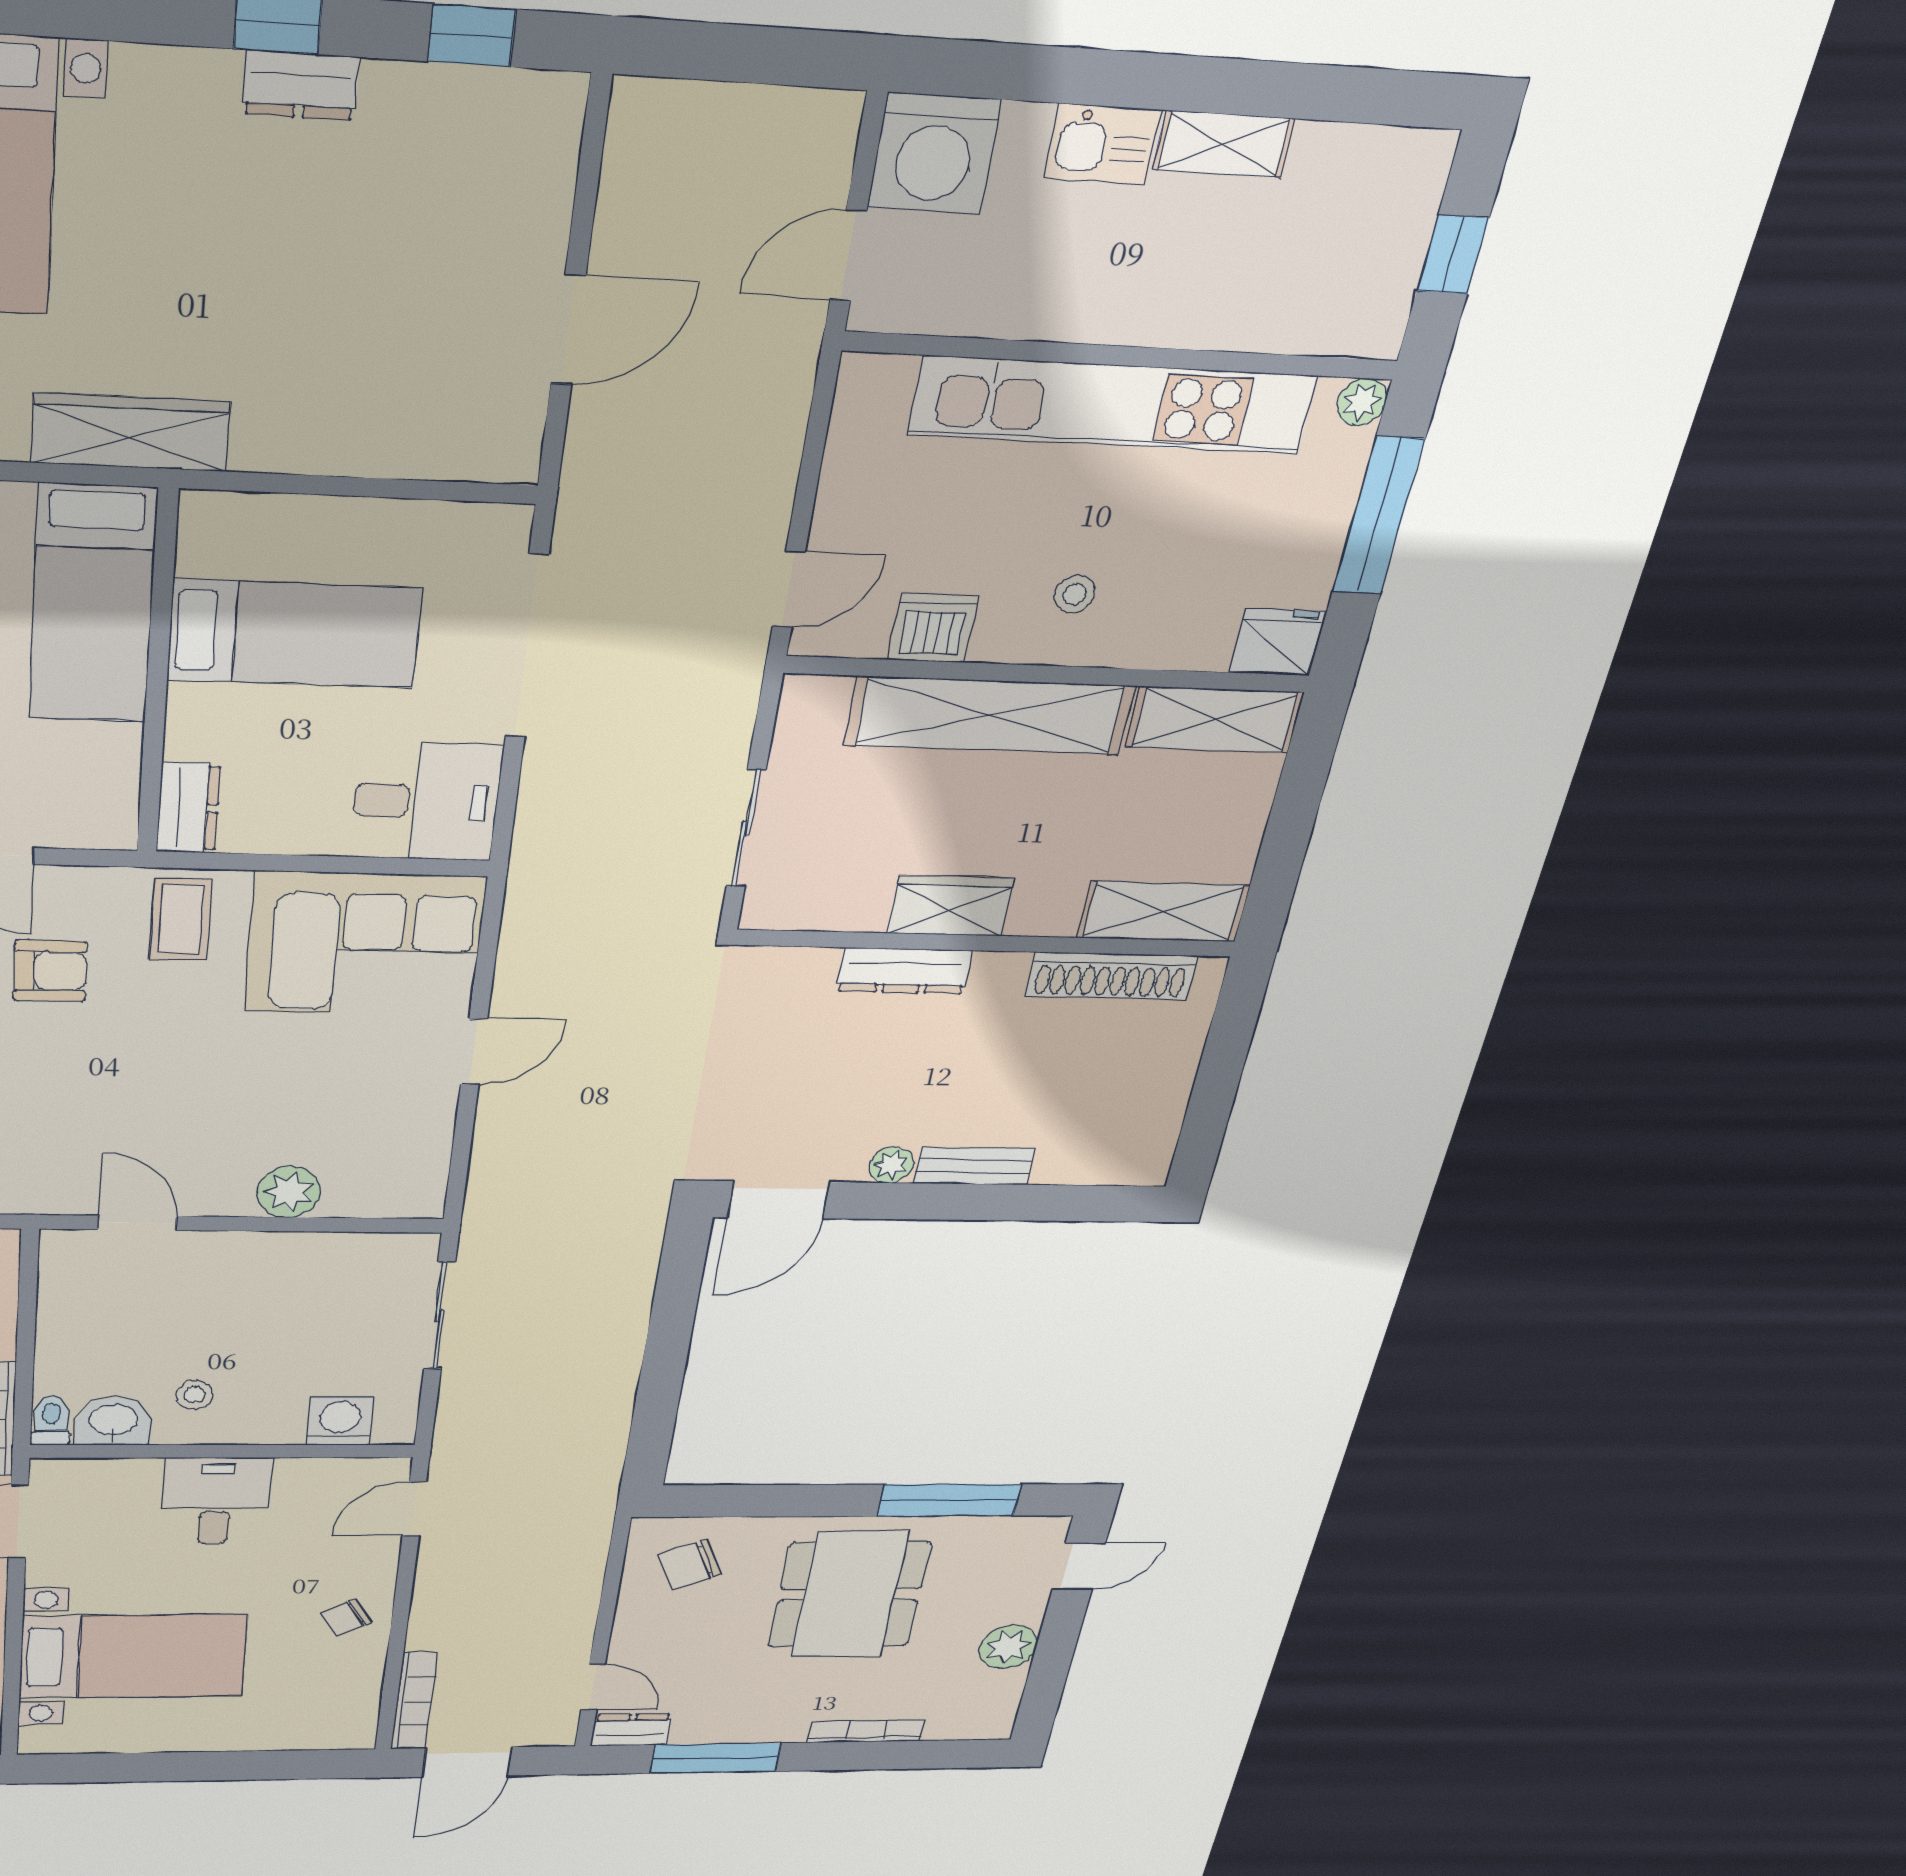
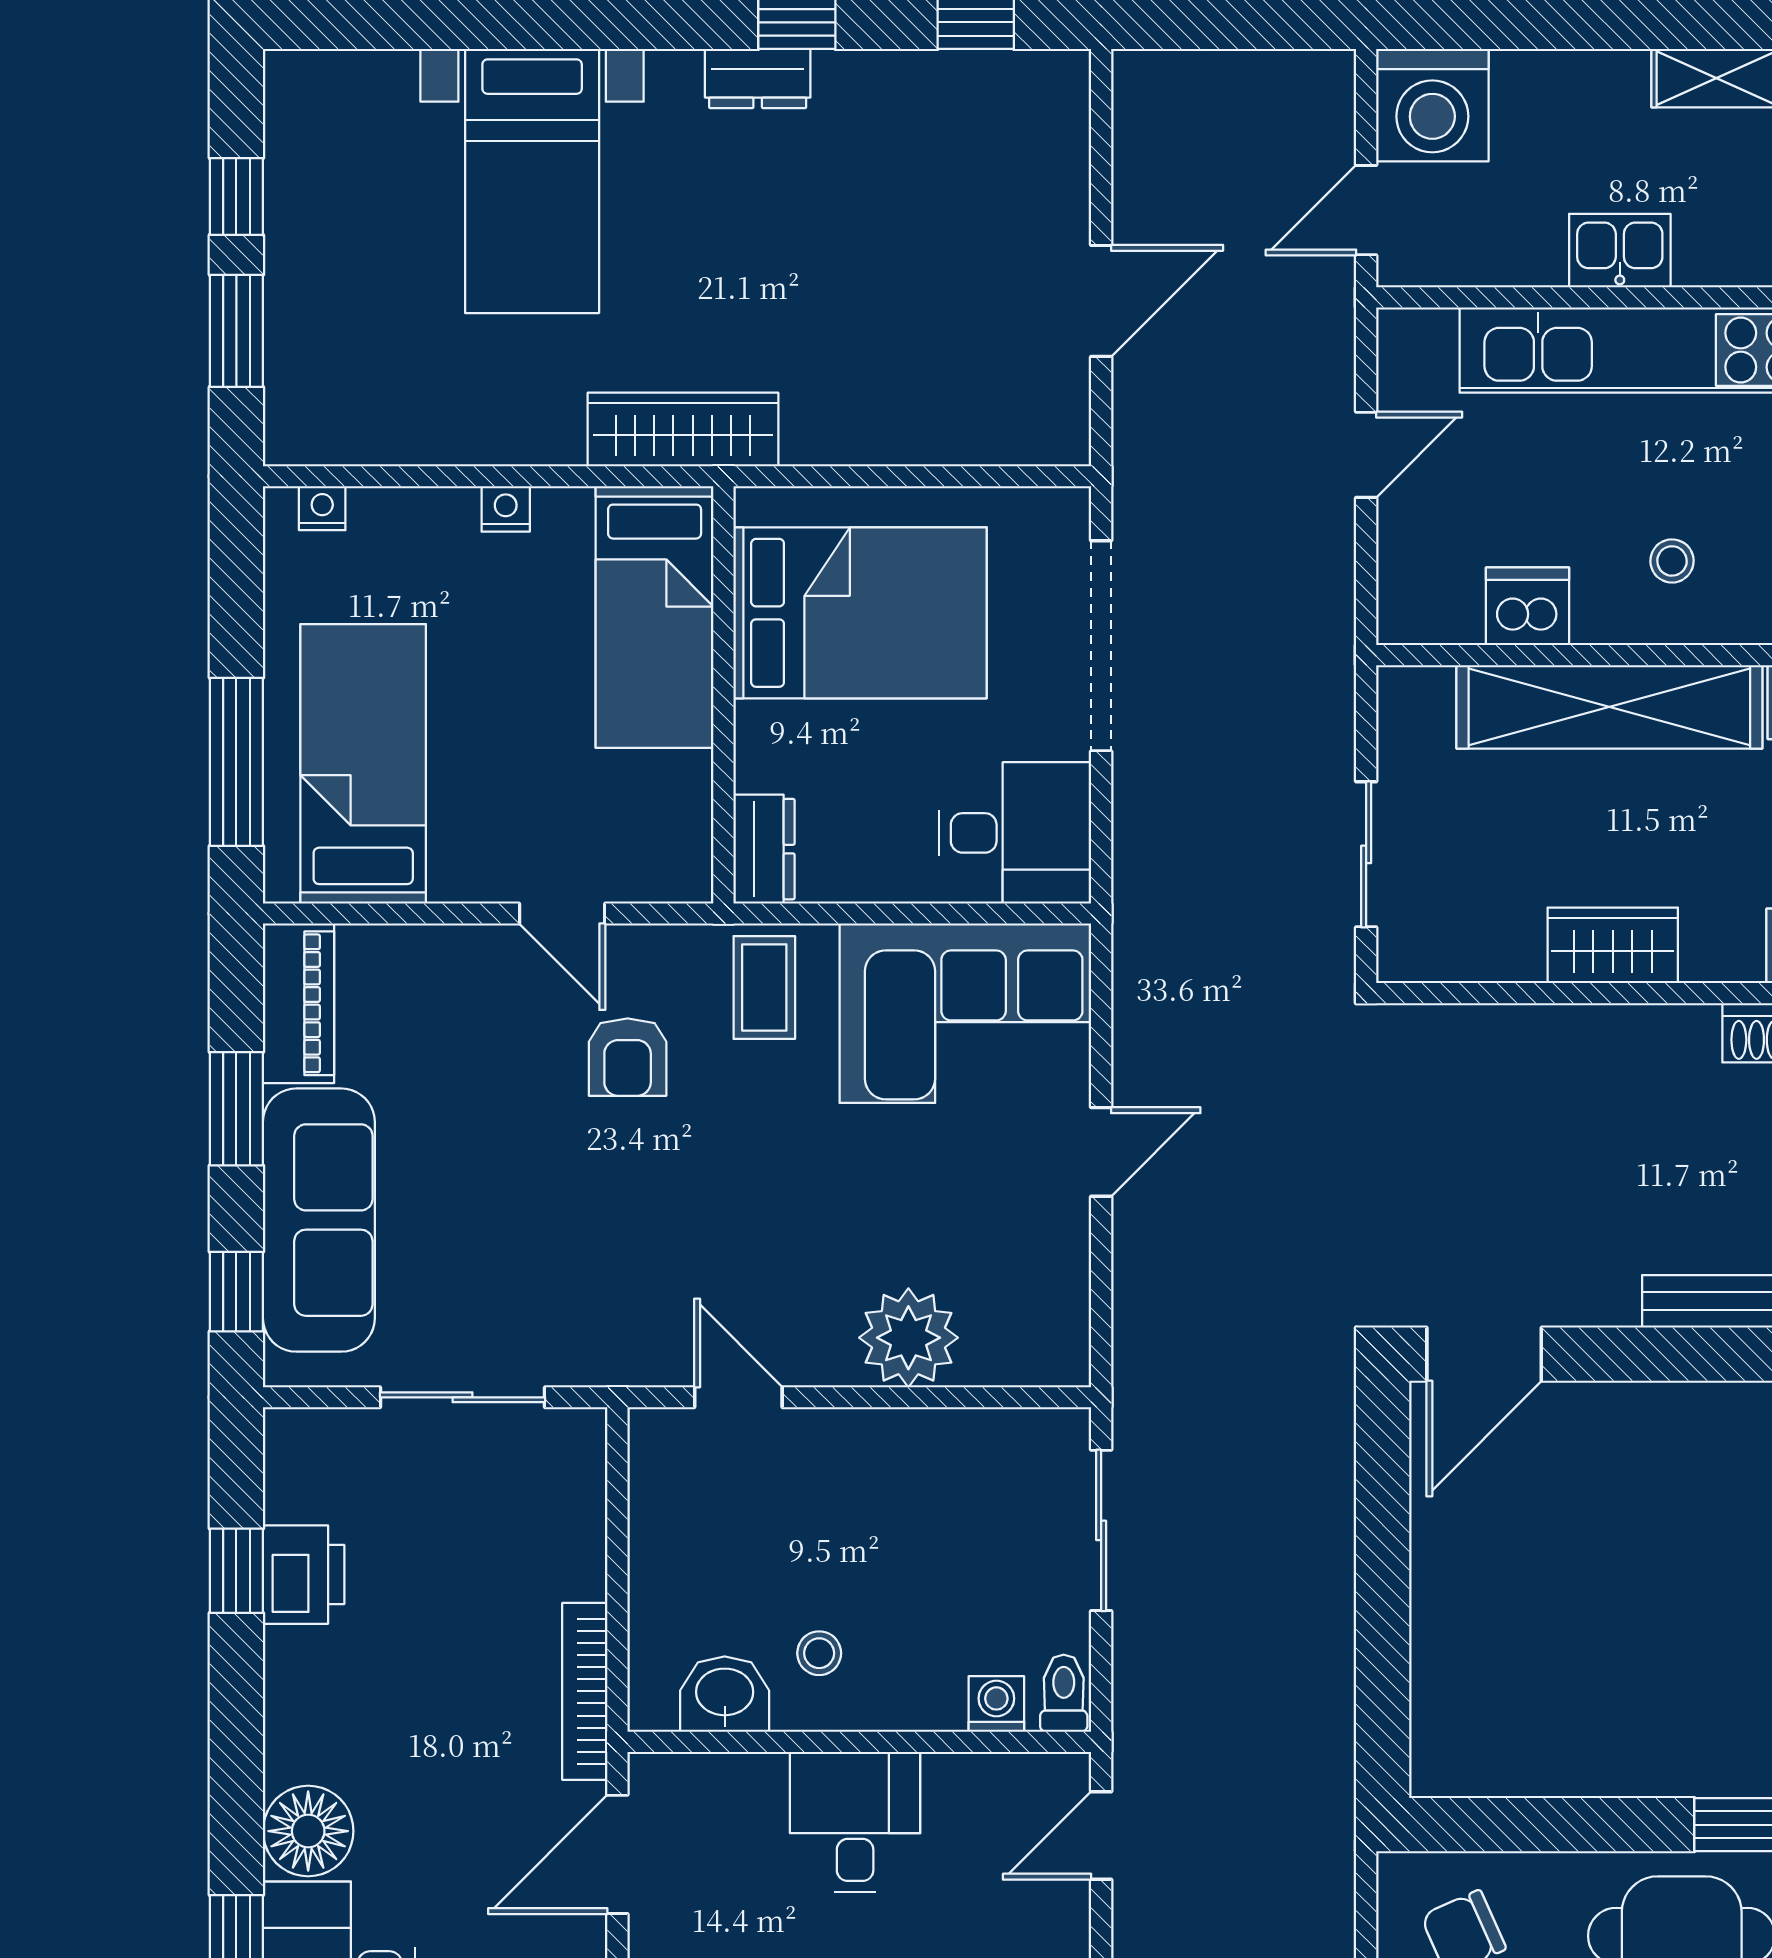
dresser: (300, 85) -> (758, 79), moved
kitchen sink: (1102, 144) -> (1620, 251), moved, turned 180
door: (789, 589) -> (1366, 455), moved
bed: (294, 634) -> (860, 613), width x1.50
armchair: (50, 971) -> (628, 1057), turned 90
dresser: (904, 971) -> (1576, 1032), removed
plant: (891, 1165) -> (1611, 1301), removed
plant: (289, 1192) -> (908, 1338), width x1.36, depth x1.36
toilet: (51, 1420) -> (1064, 1693), moved
washing machine: (340, 1421) -> (996, 1704), width x0.73, depth x0.73

